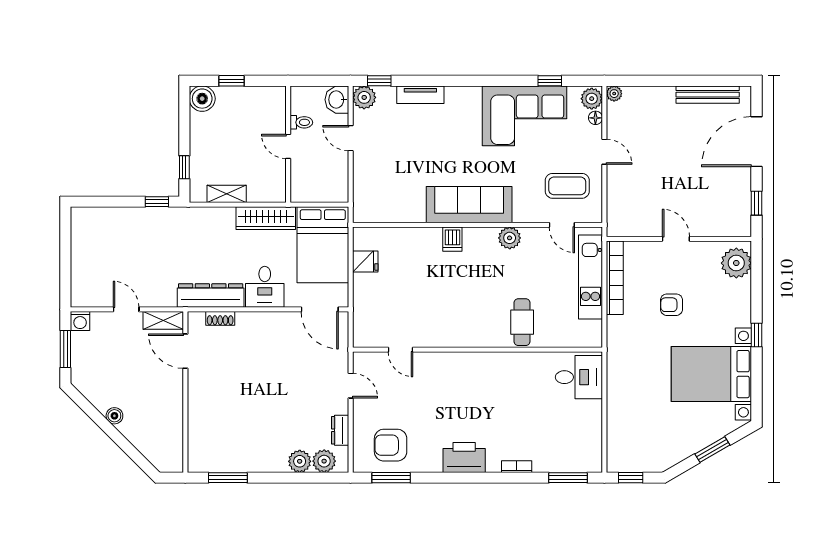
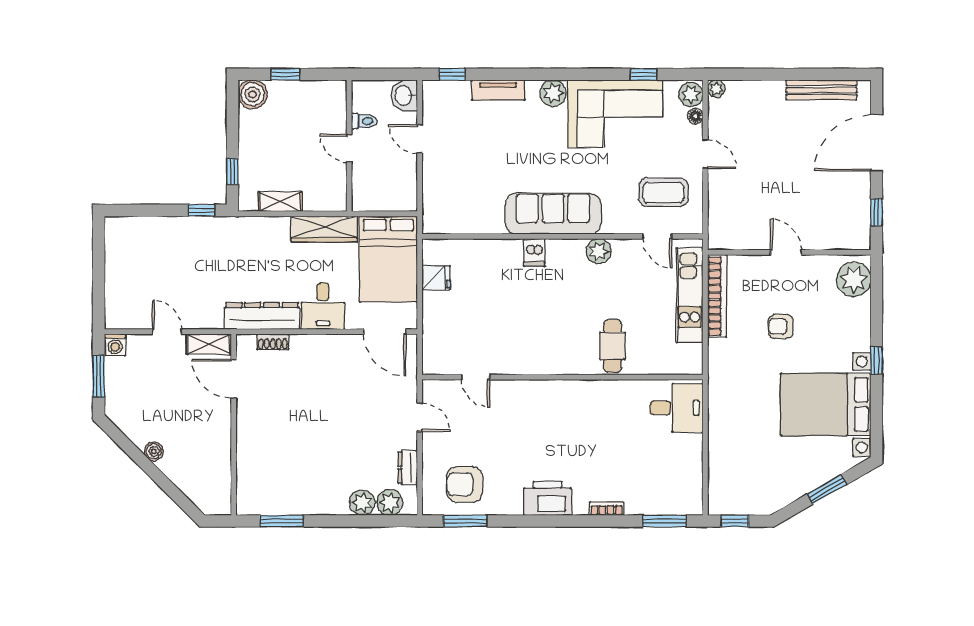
plant: (364, 97) -> (553, 93), moved

